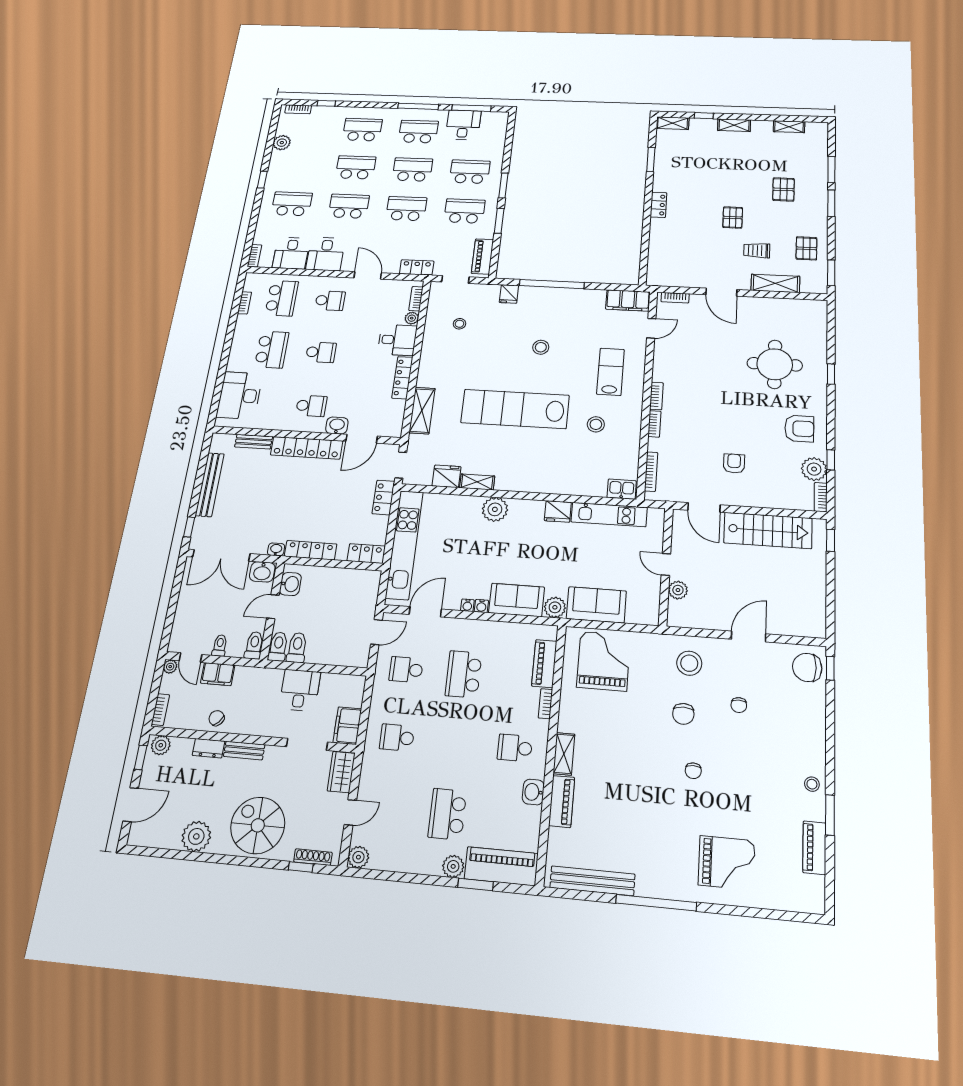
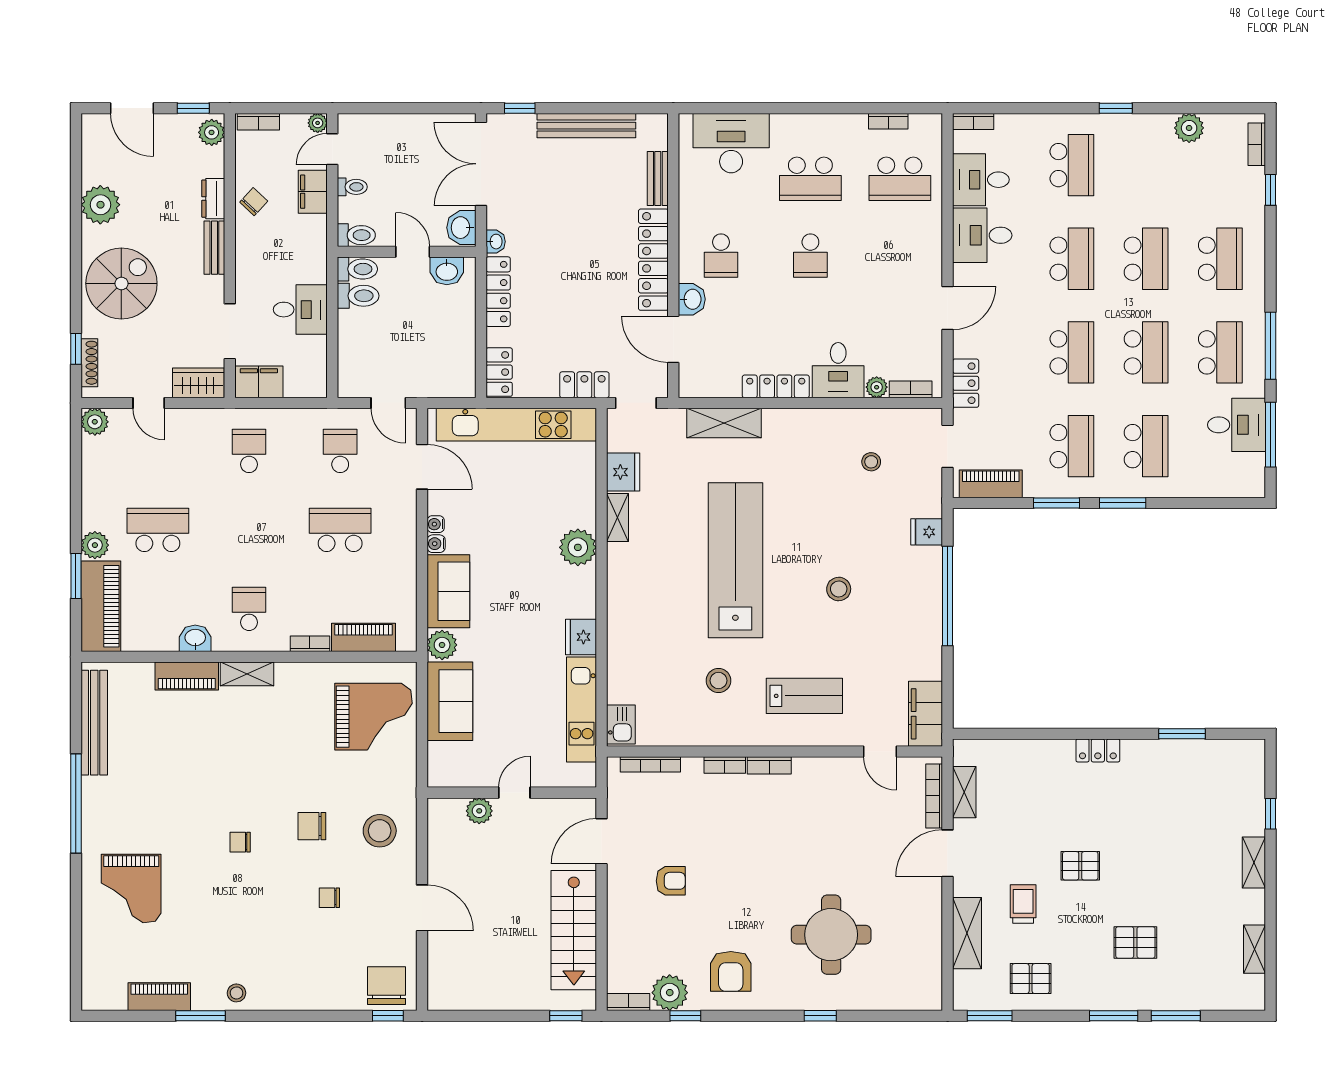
shelving: (673, 123) -> (964, 792), moved
bookcase: (675, 298) -> (934, 796), width x1.56
school desk: (330, 301) -> (900, 256), removed

